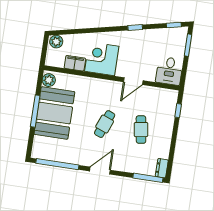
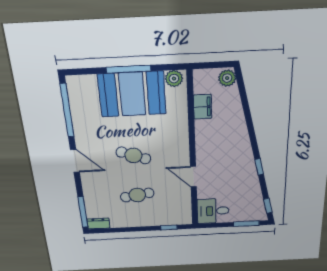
corner desk: (102, 59) -> (214, 137), removed

